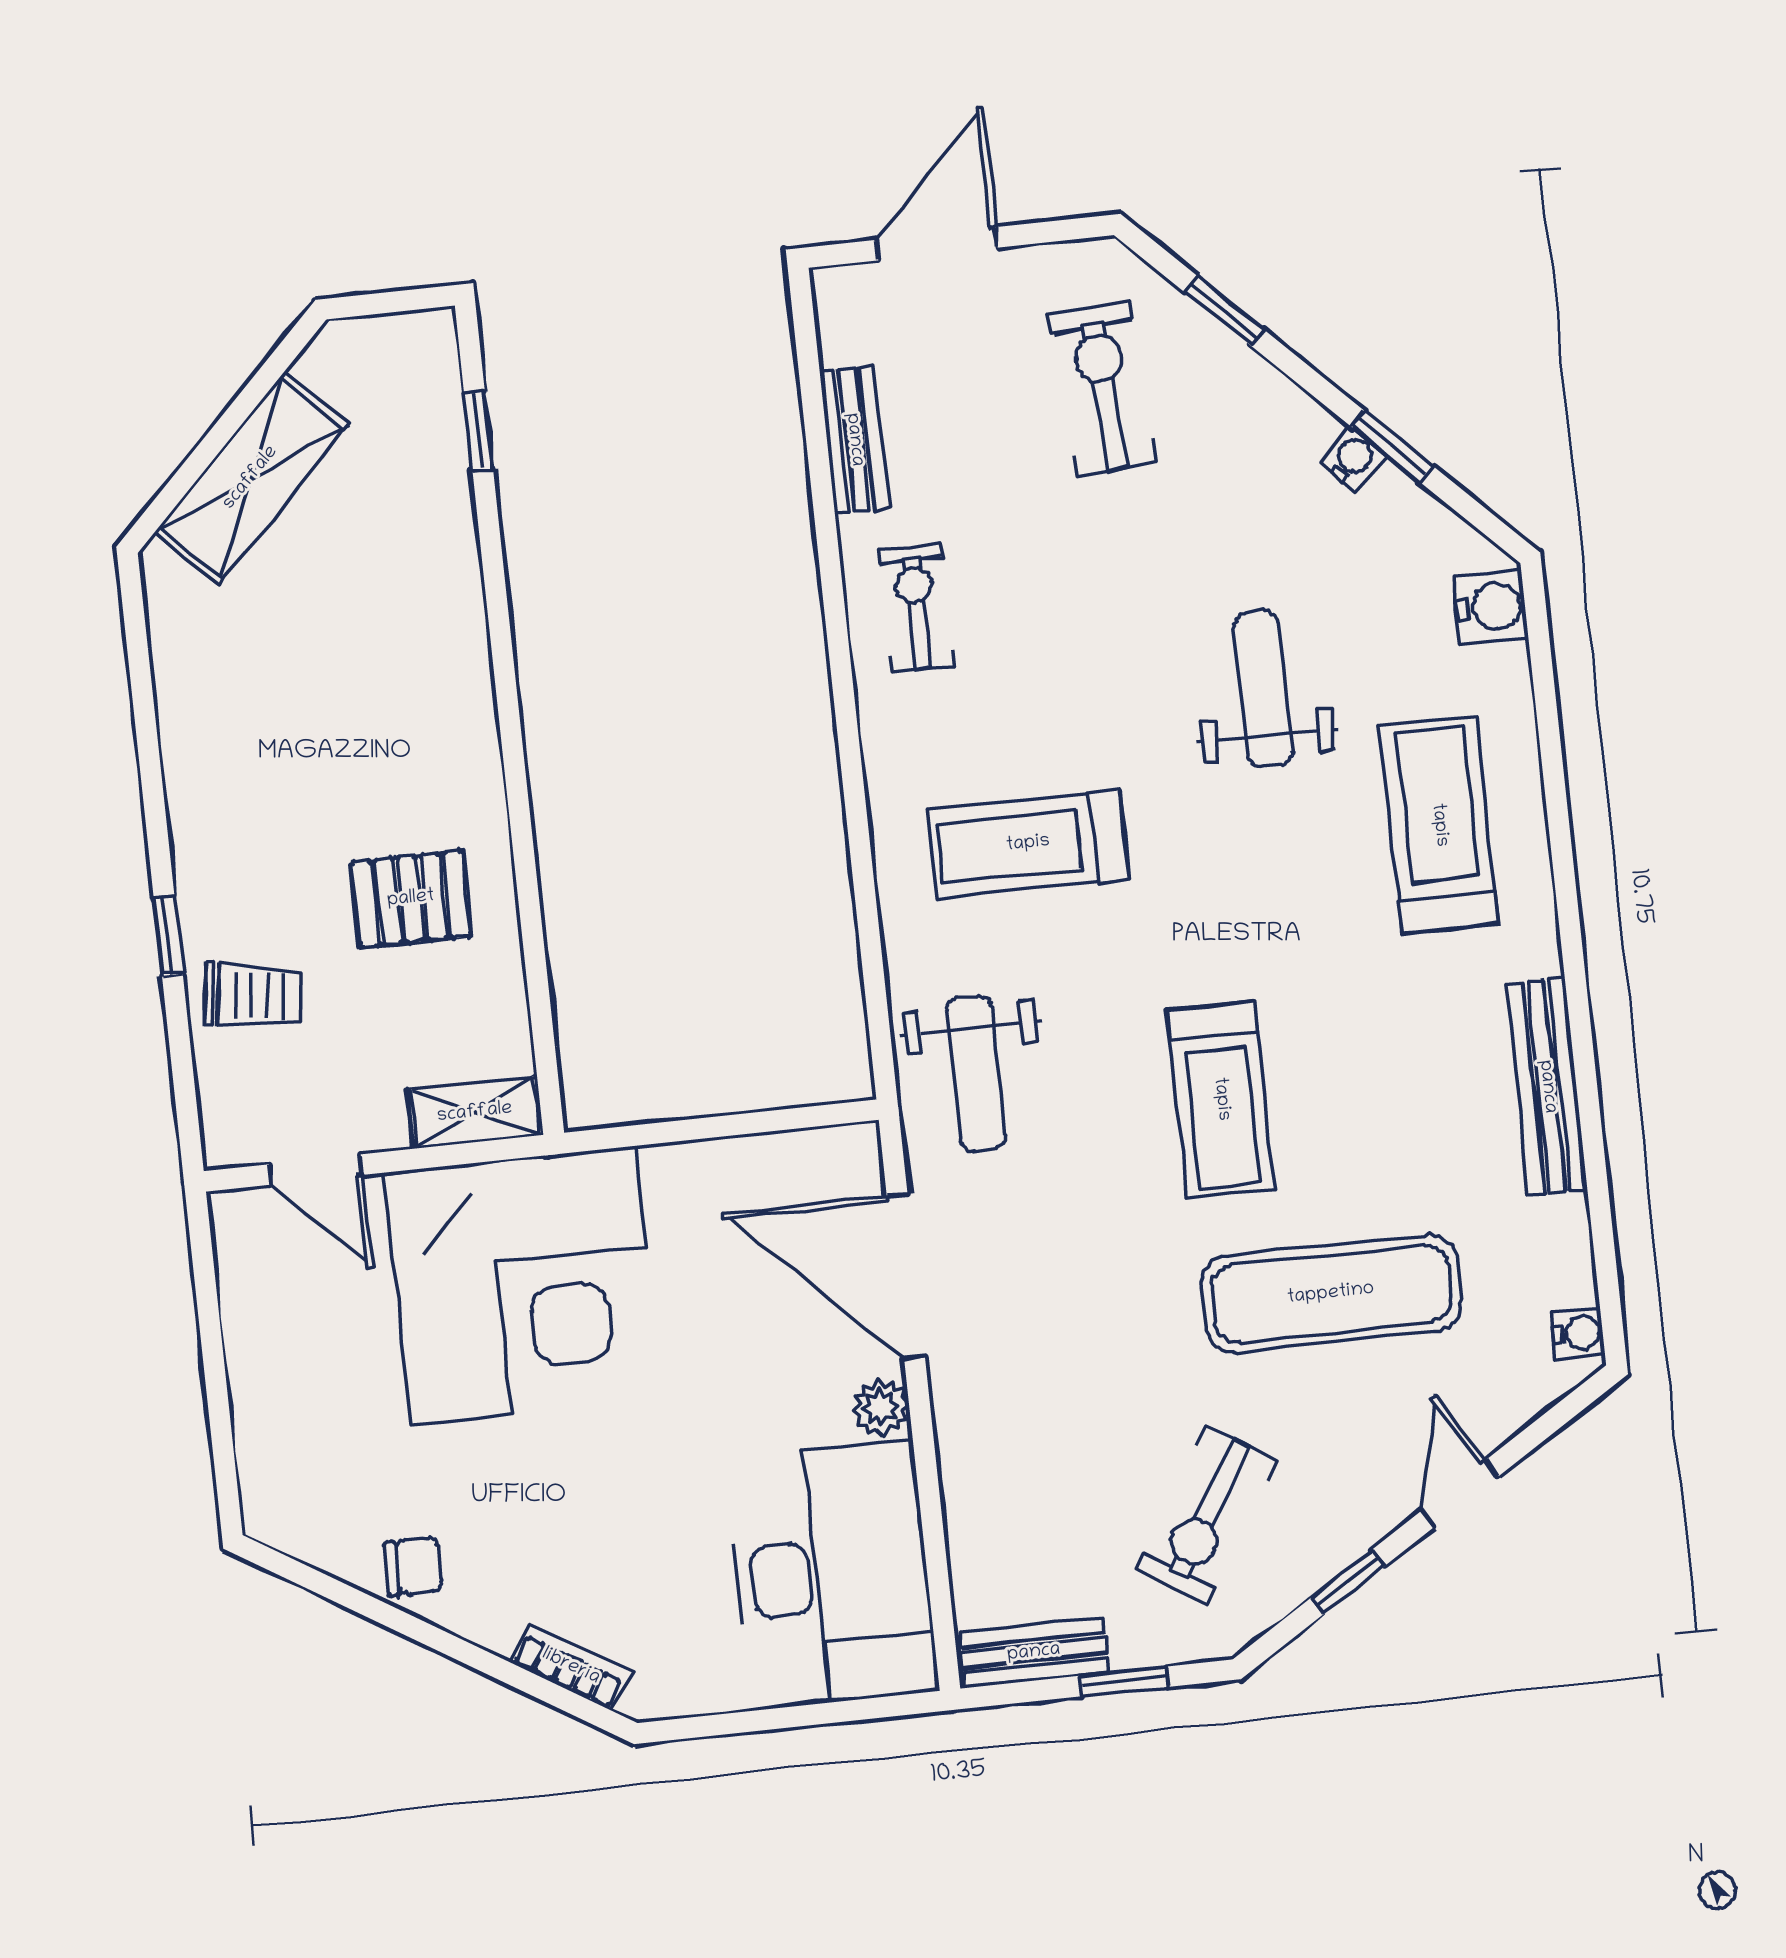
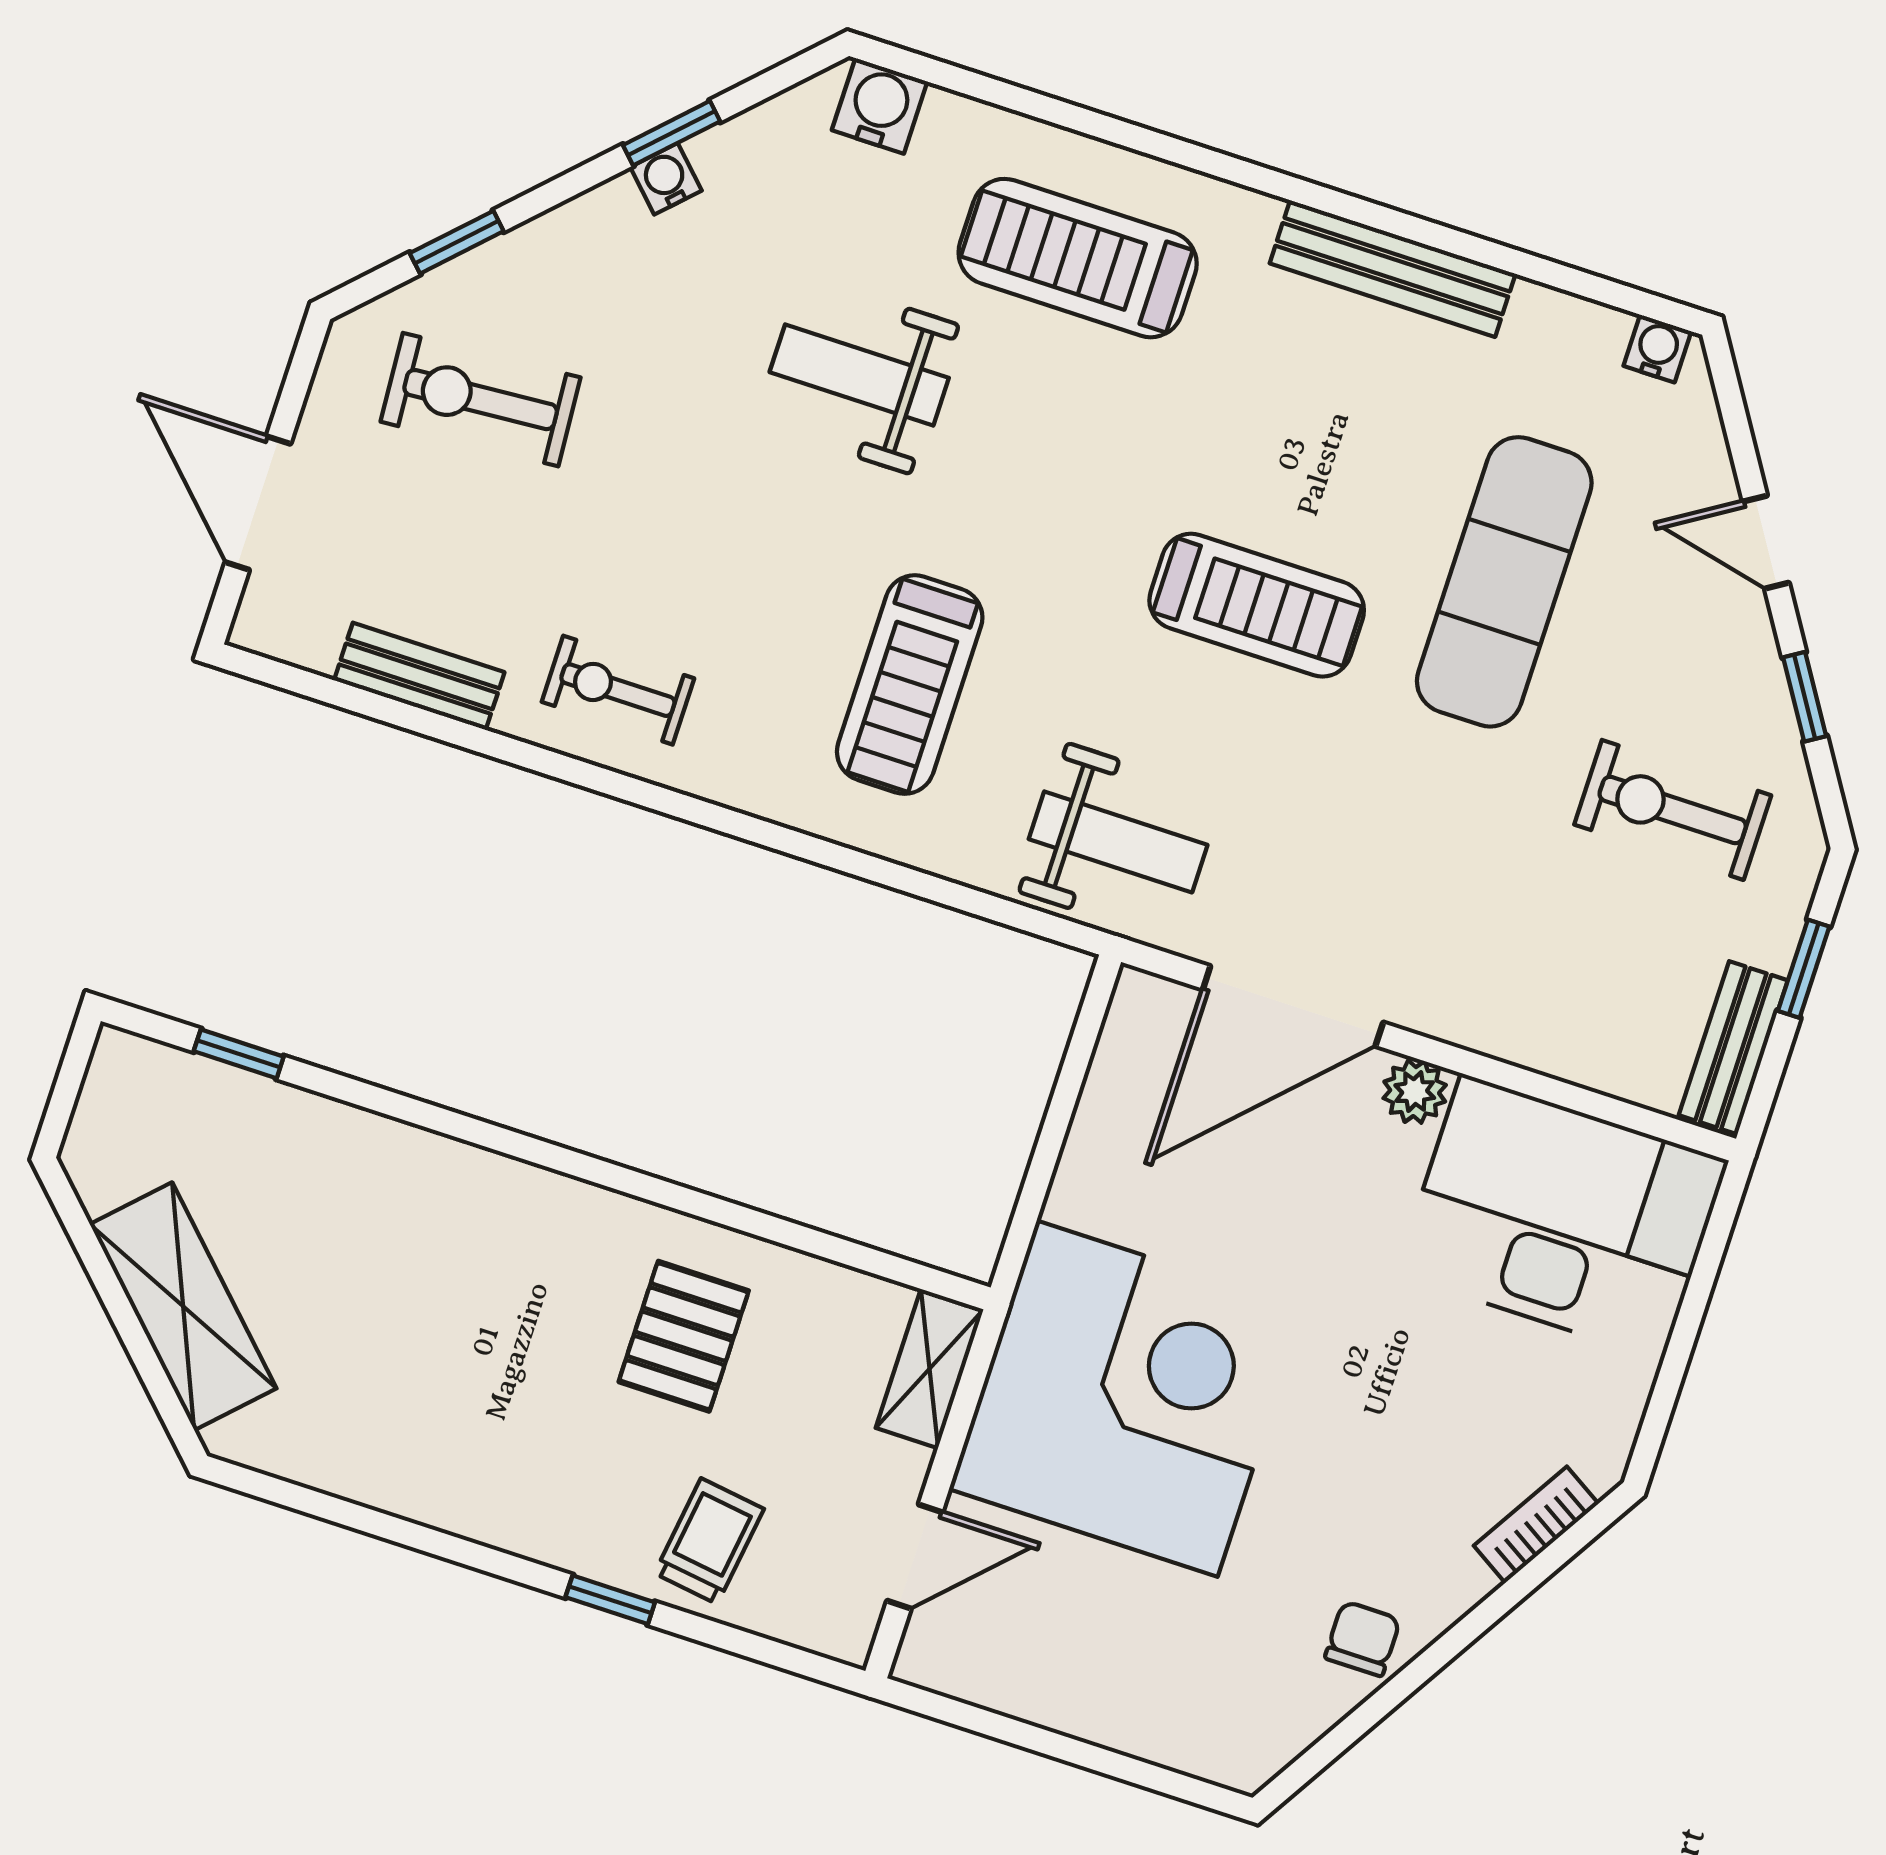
exercise bike: (1206, 1516) -> (1673, 810), turned 148

